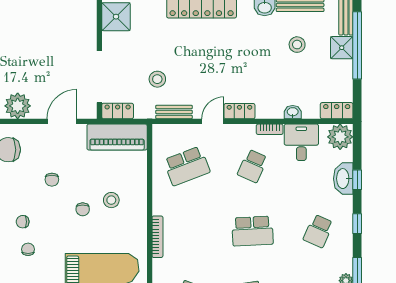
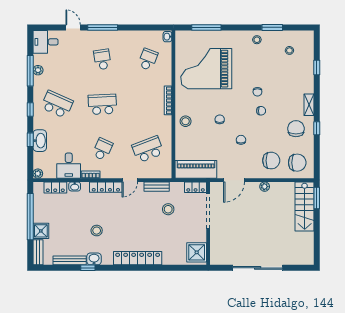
stool: (297, 45) -> (97, 231), moved
window: (357, 45) -> (30, 217), moved
plant: (18, 106) -> (265, 187), width x0.53, depth x0.53
locker: (239, 111) -> (106, 187), width x1.53
locker: (337, 111) -> (55, 187), moved
plant: (340, 137) -> (38, 174), width x0.53, depth x0.53
stool: (111, 200) -> (186, 121), moved
school desk: (318, 231) -> (57, 104), width x1.85

